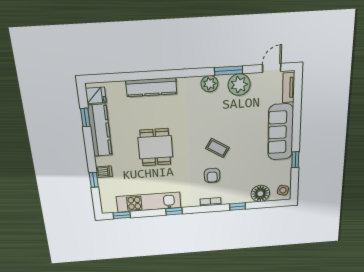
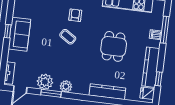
sofa: (281, 132) -> (19, 34), width x0.73
window: (295, 160) -> (8, 31), moved
window: (94, 180) -> (165, 30), width x2.17

